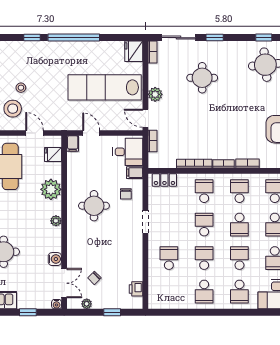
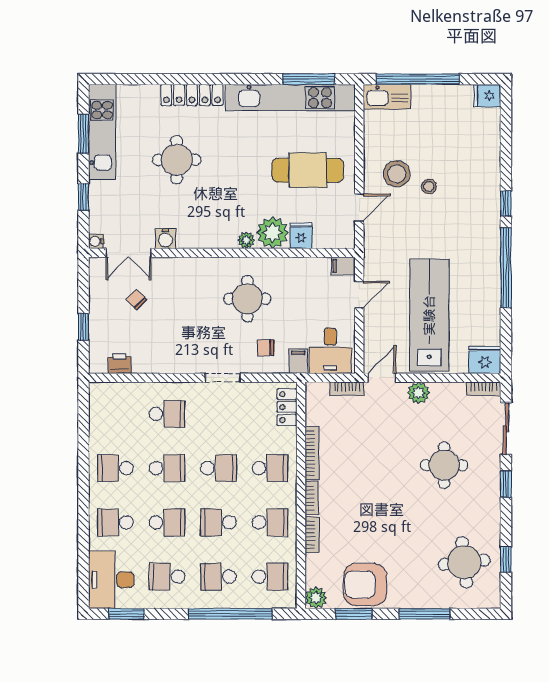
fridge: (53, 155) -> (301, 236), moved
plant: (56, 221) -> (246, 240), moved
plant: (87, 304) -> (97, 287), removed

